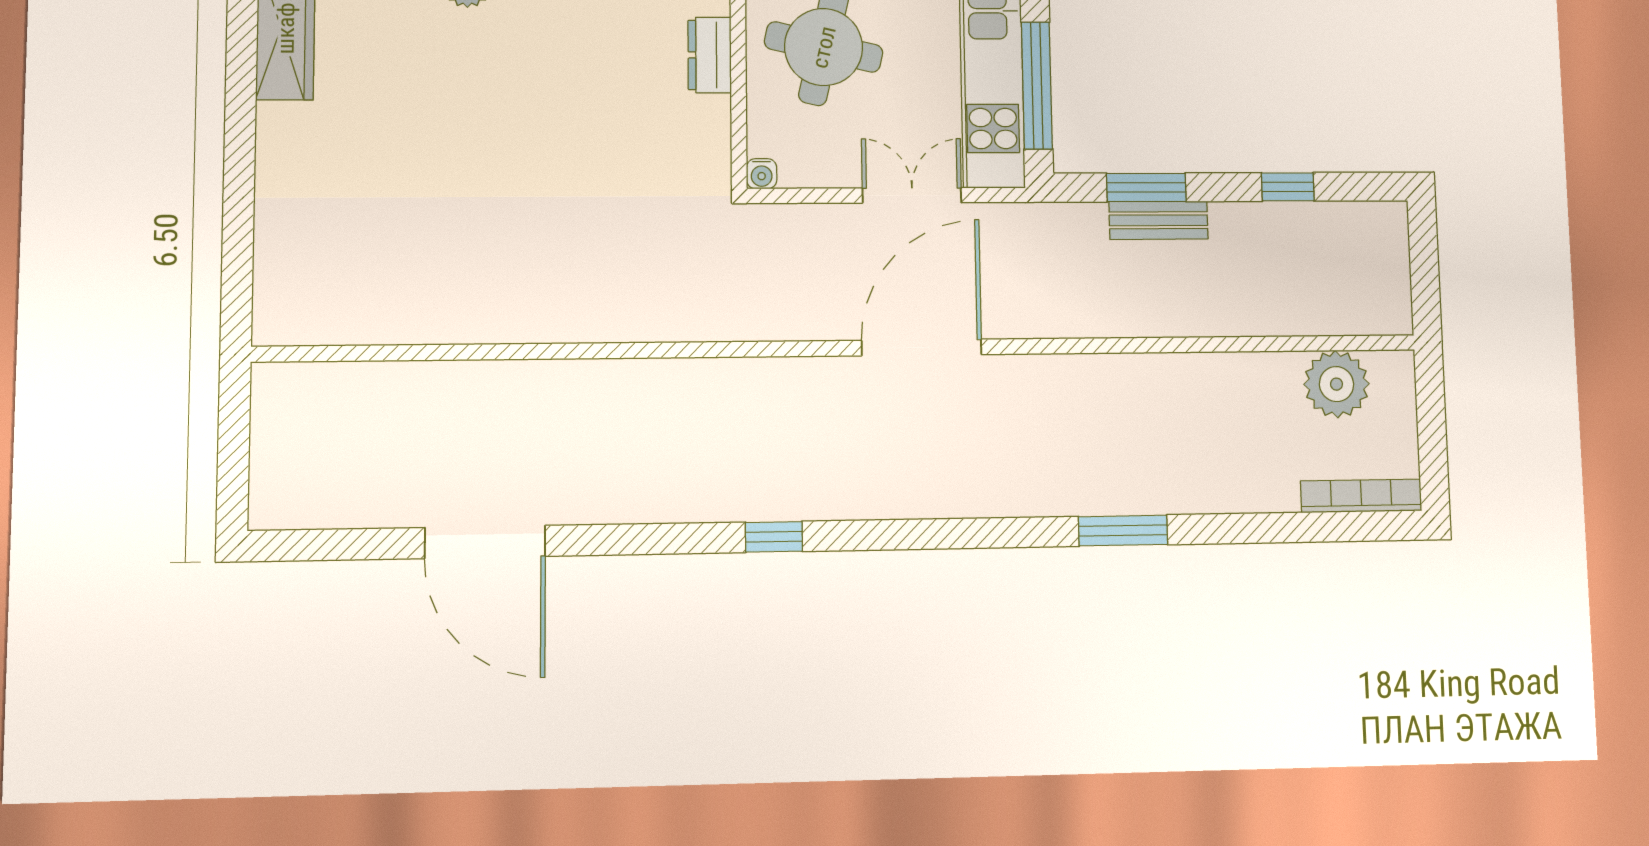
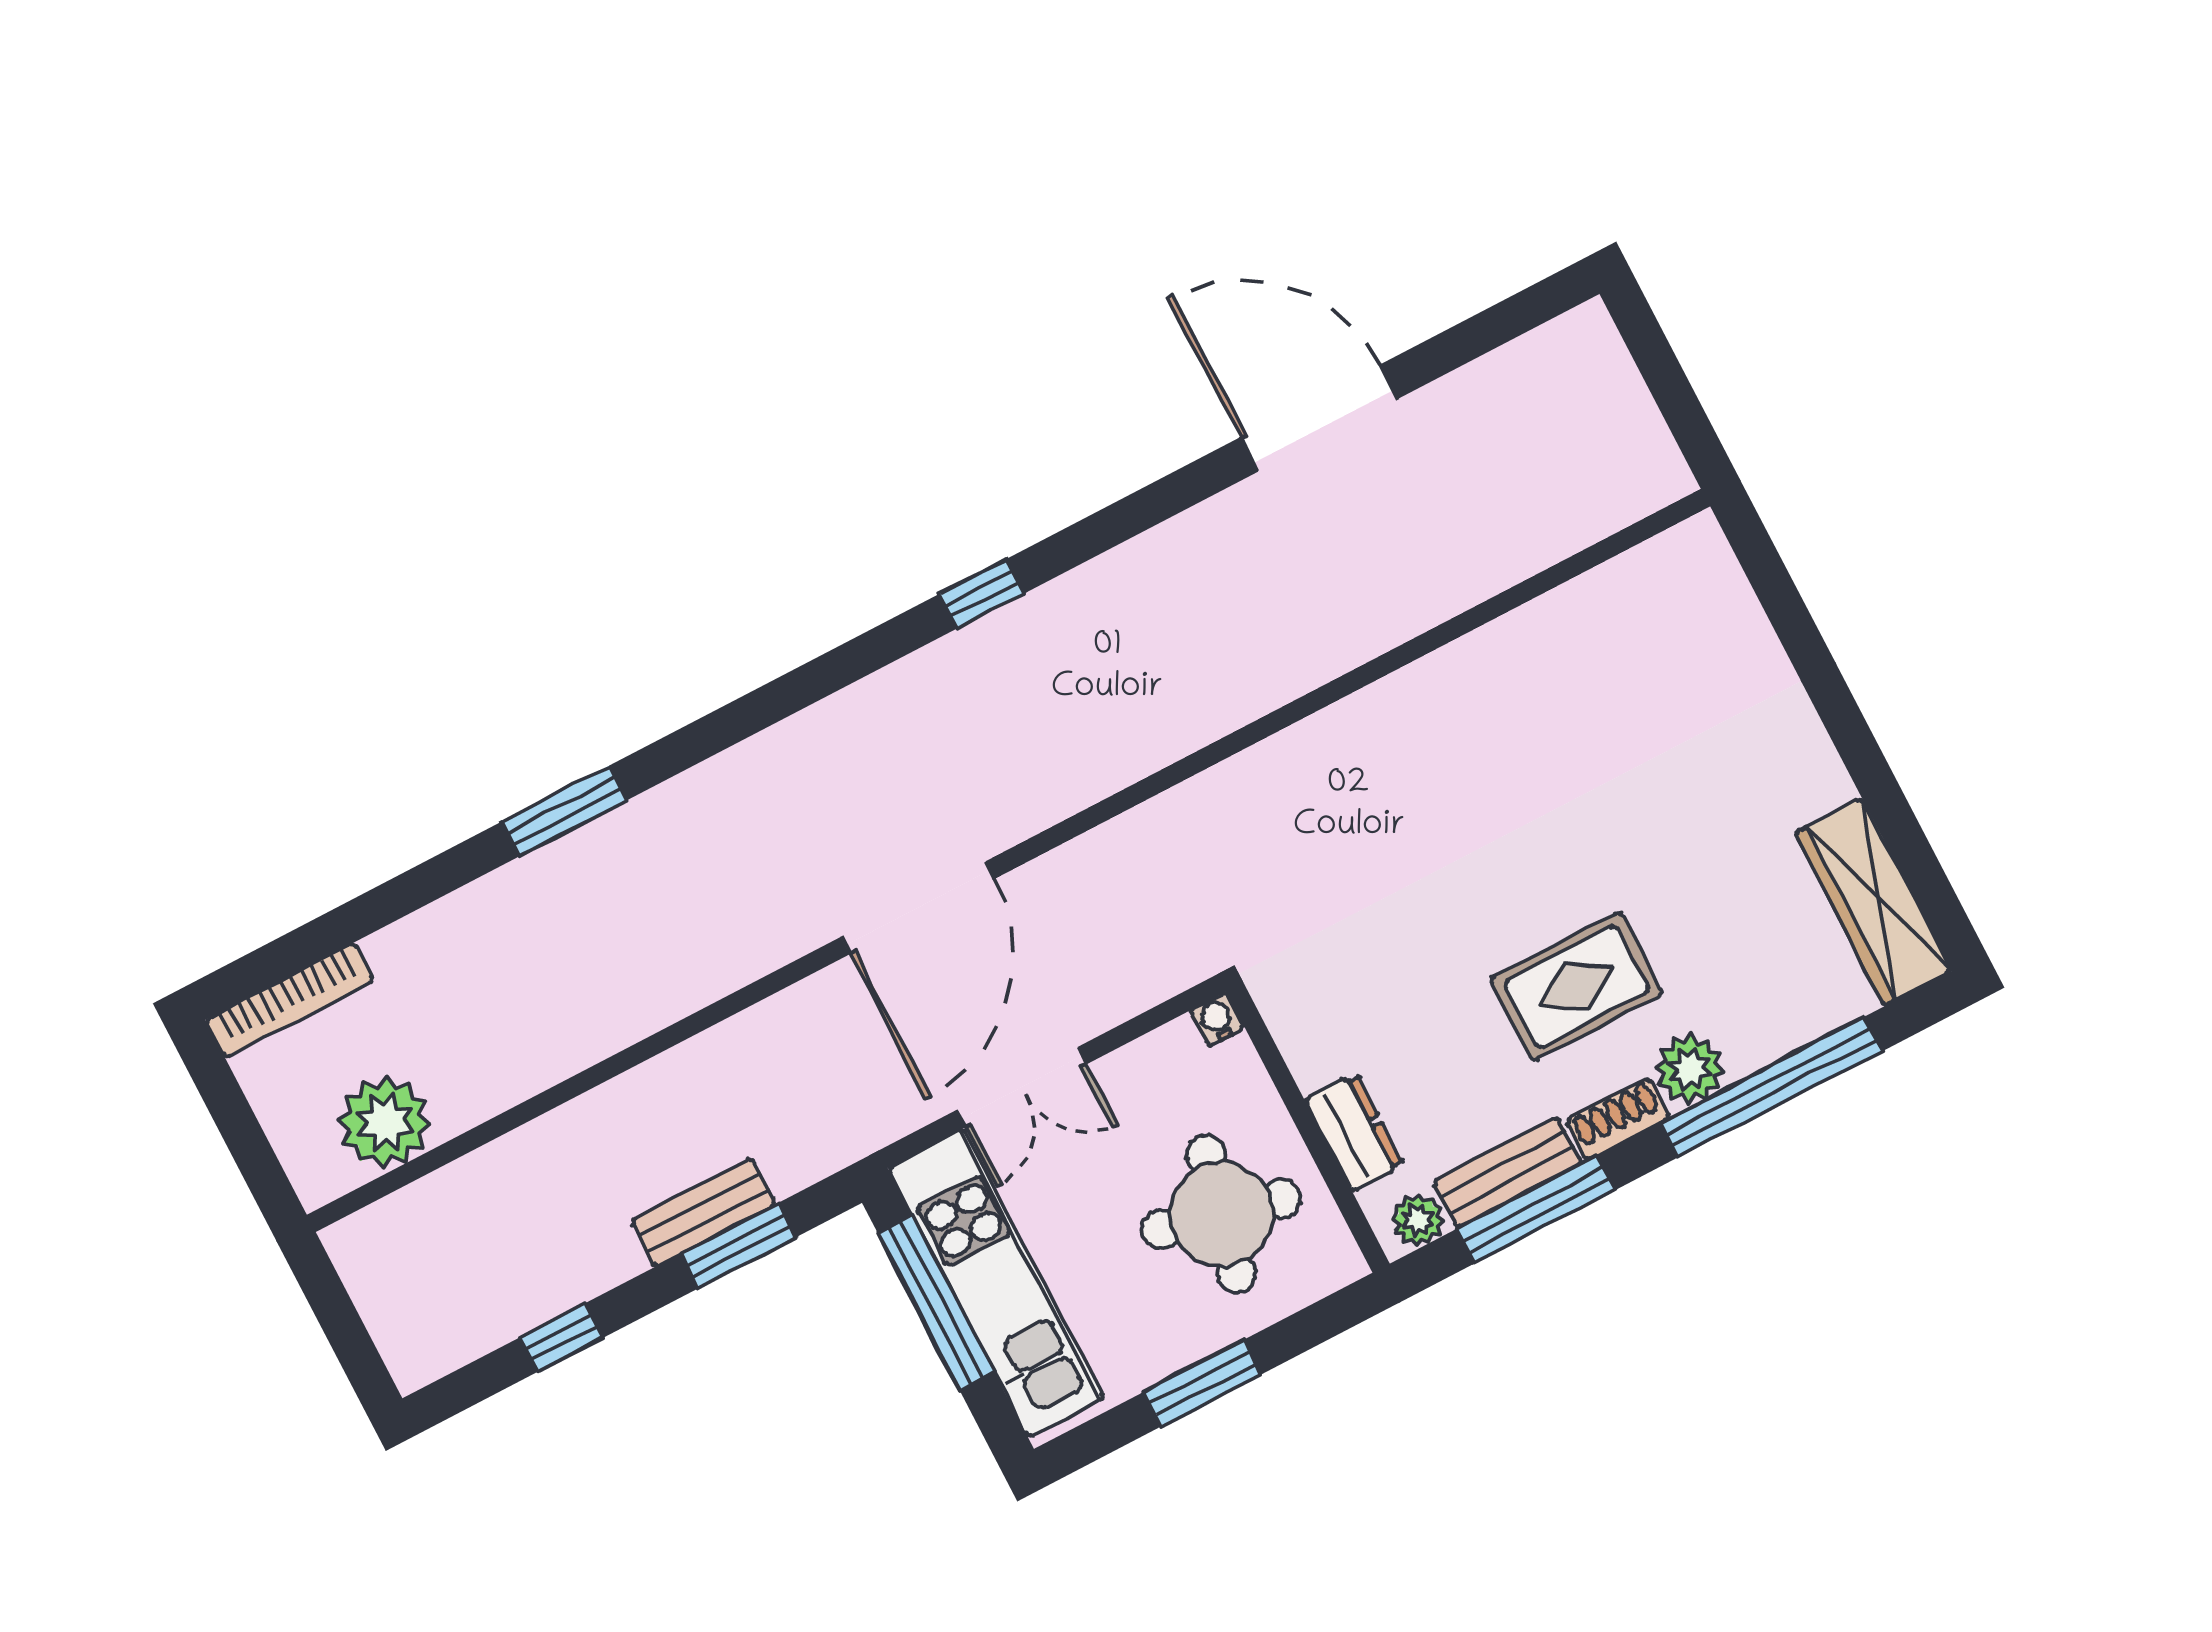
rug: (513, 74) -> (1577, 986), added

